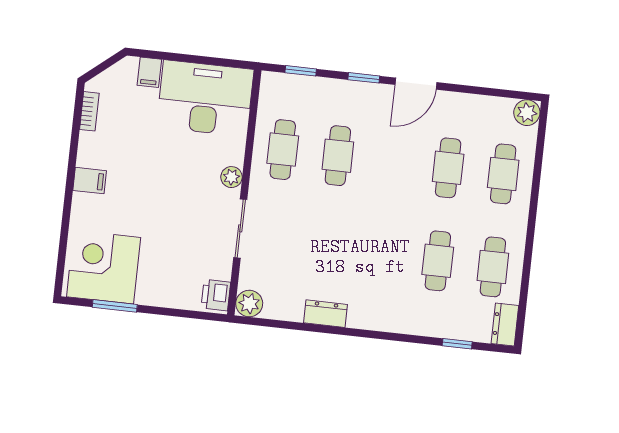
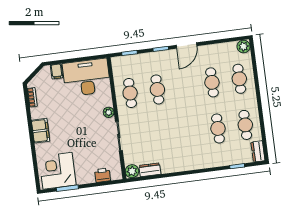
filing cabinet: (90, 181) -> (41, 131), width x2.00
printer: (216, 295) -> (103, 175), moved, turned 90
dresser: (326, 314) -> (150, 170), moved

